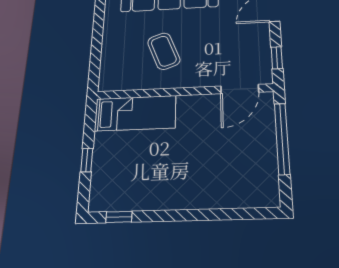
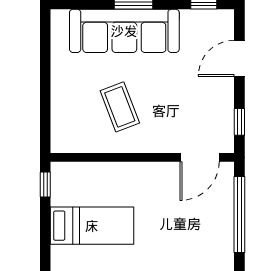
bed: (135, 113) -> (92, 226), moved
window: (87, 160) -> (45, 185), moved

